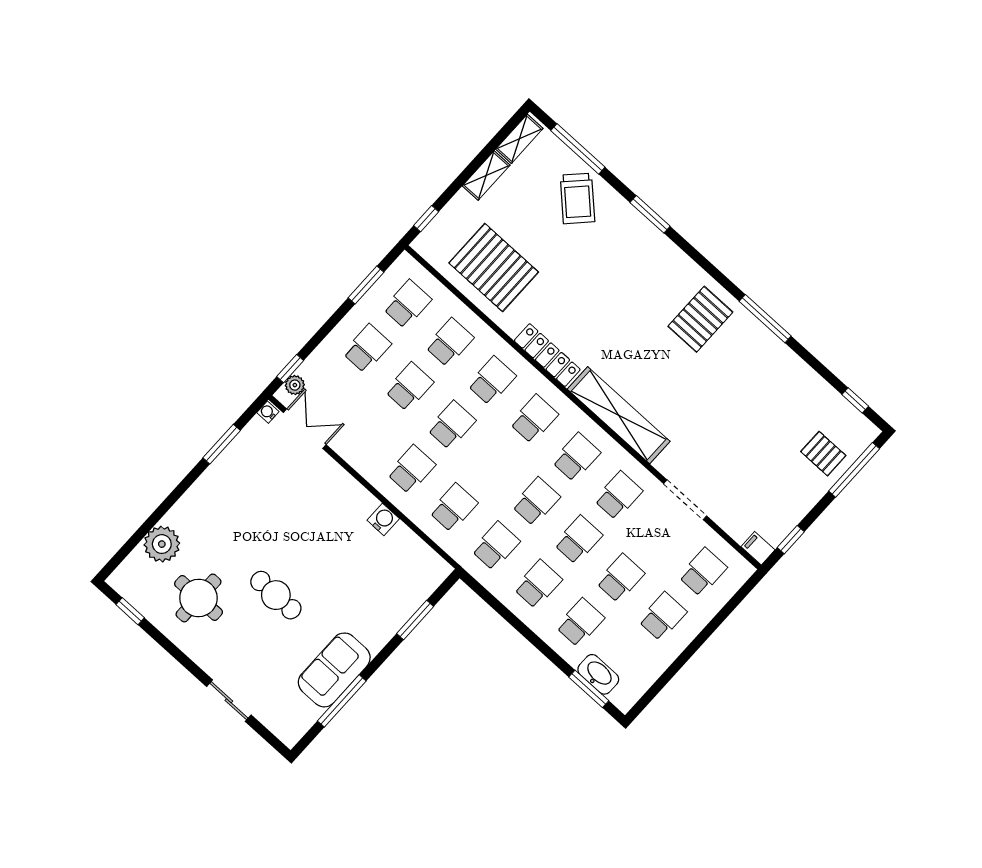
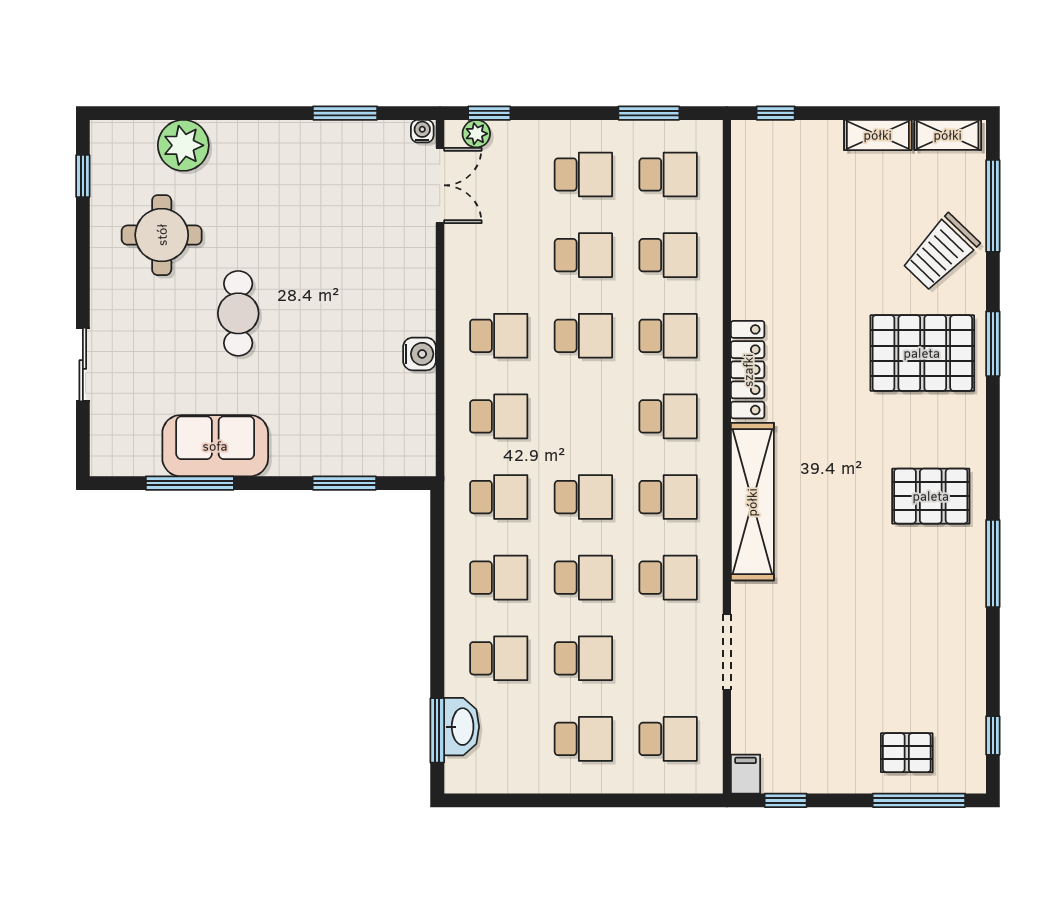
pallet: (494, 268) -> (922, 353), moved, turned 90
pallet: (823, 454) -> (907, 753), turned 90

